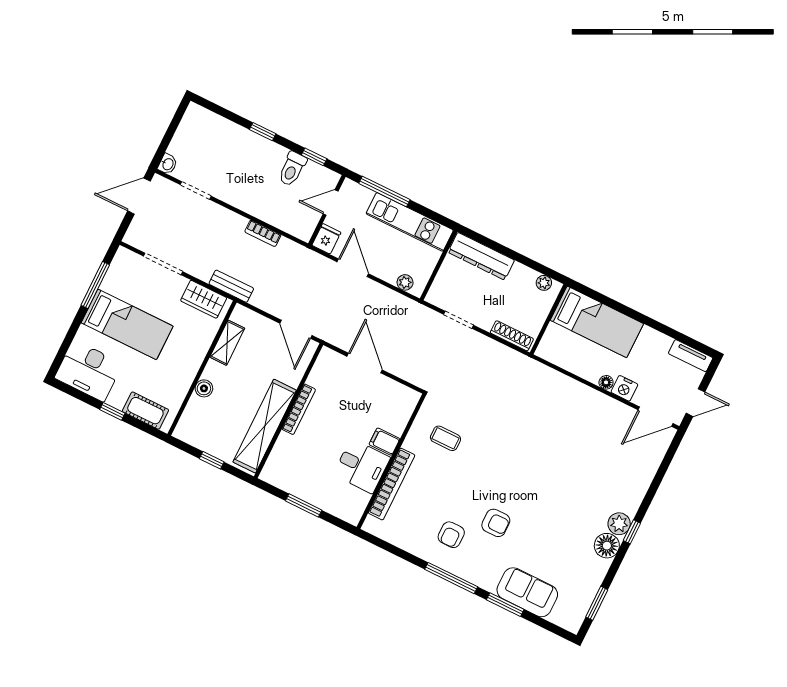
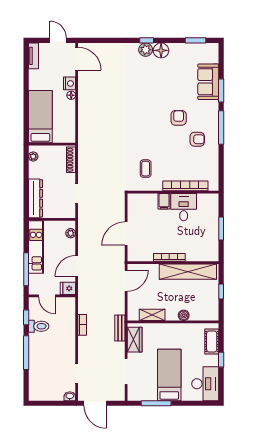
window: (263, 132) -> (26, 353), width x2.17

